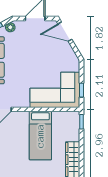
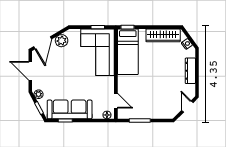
plant: (67, 52) -> (62, 41), added
bed: (40, 136) -> (128, 52), moved, turned 90

